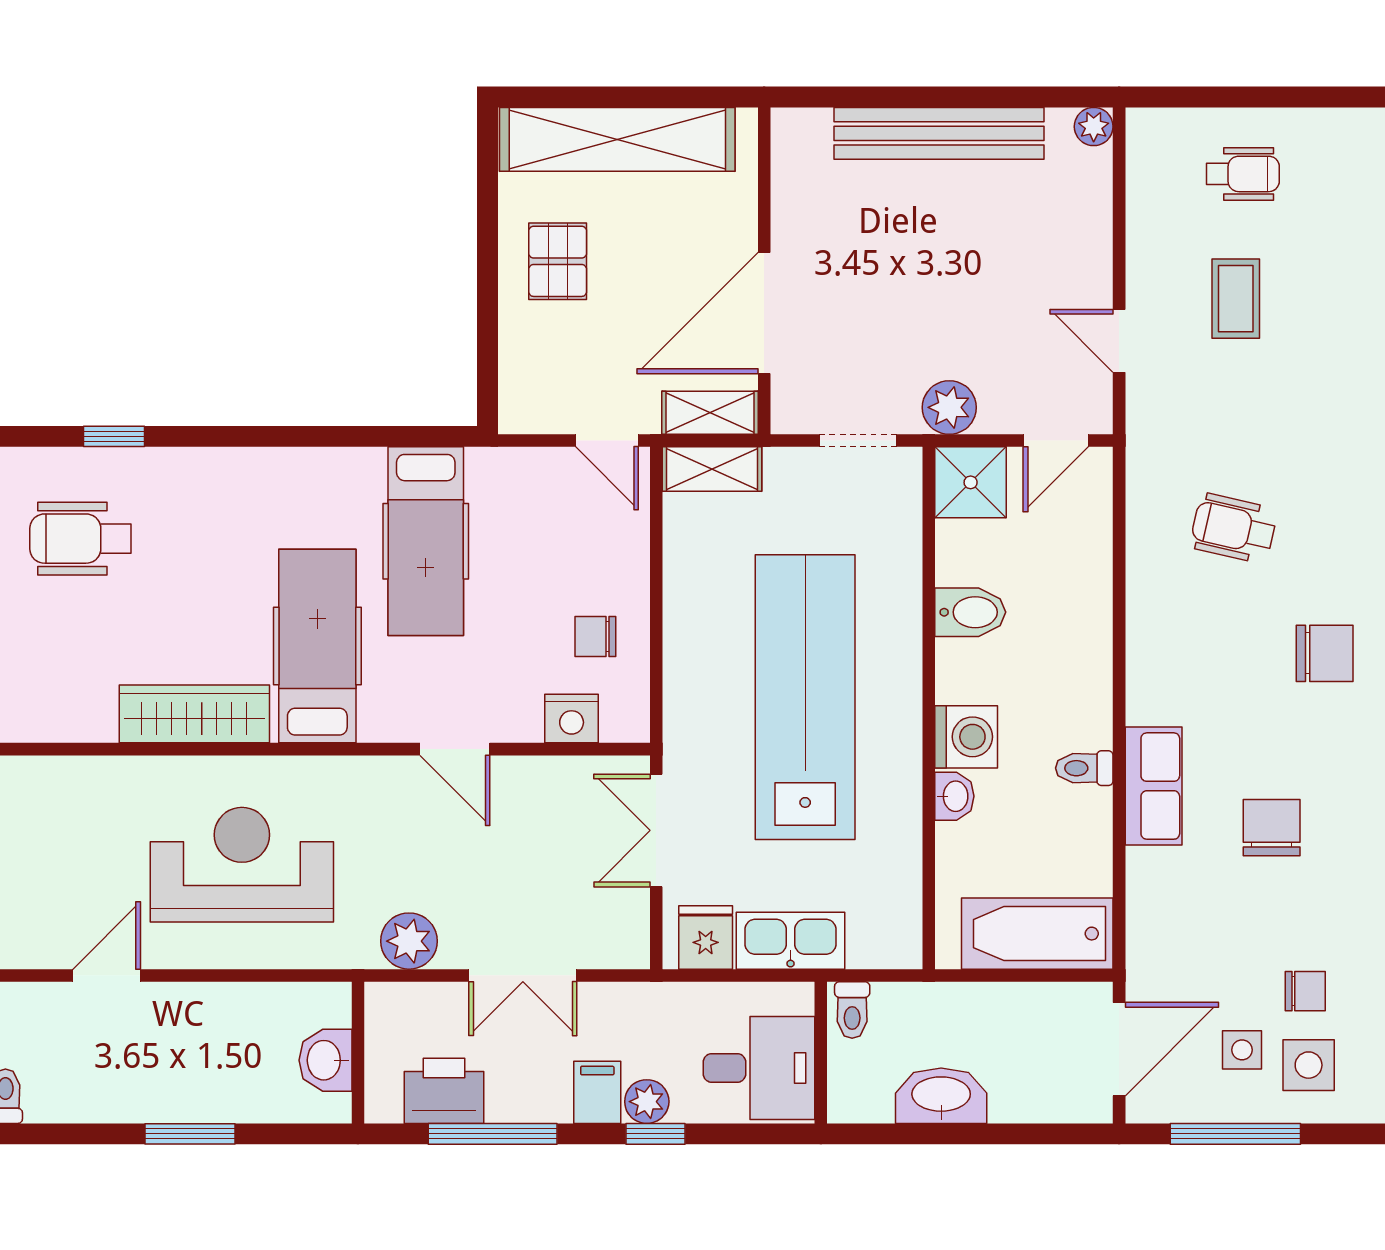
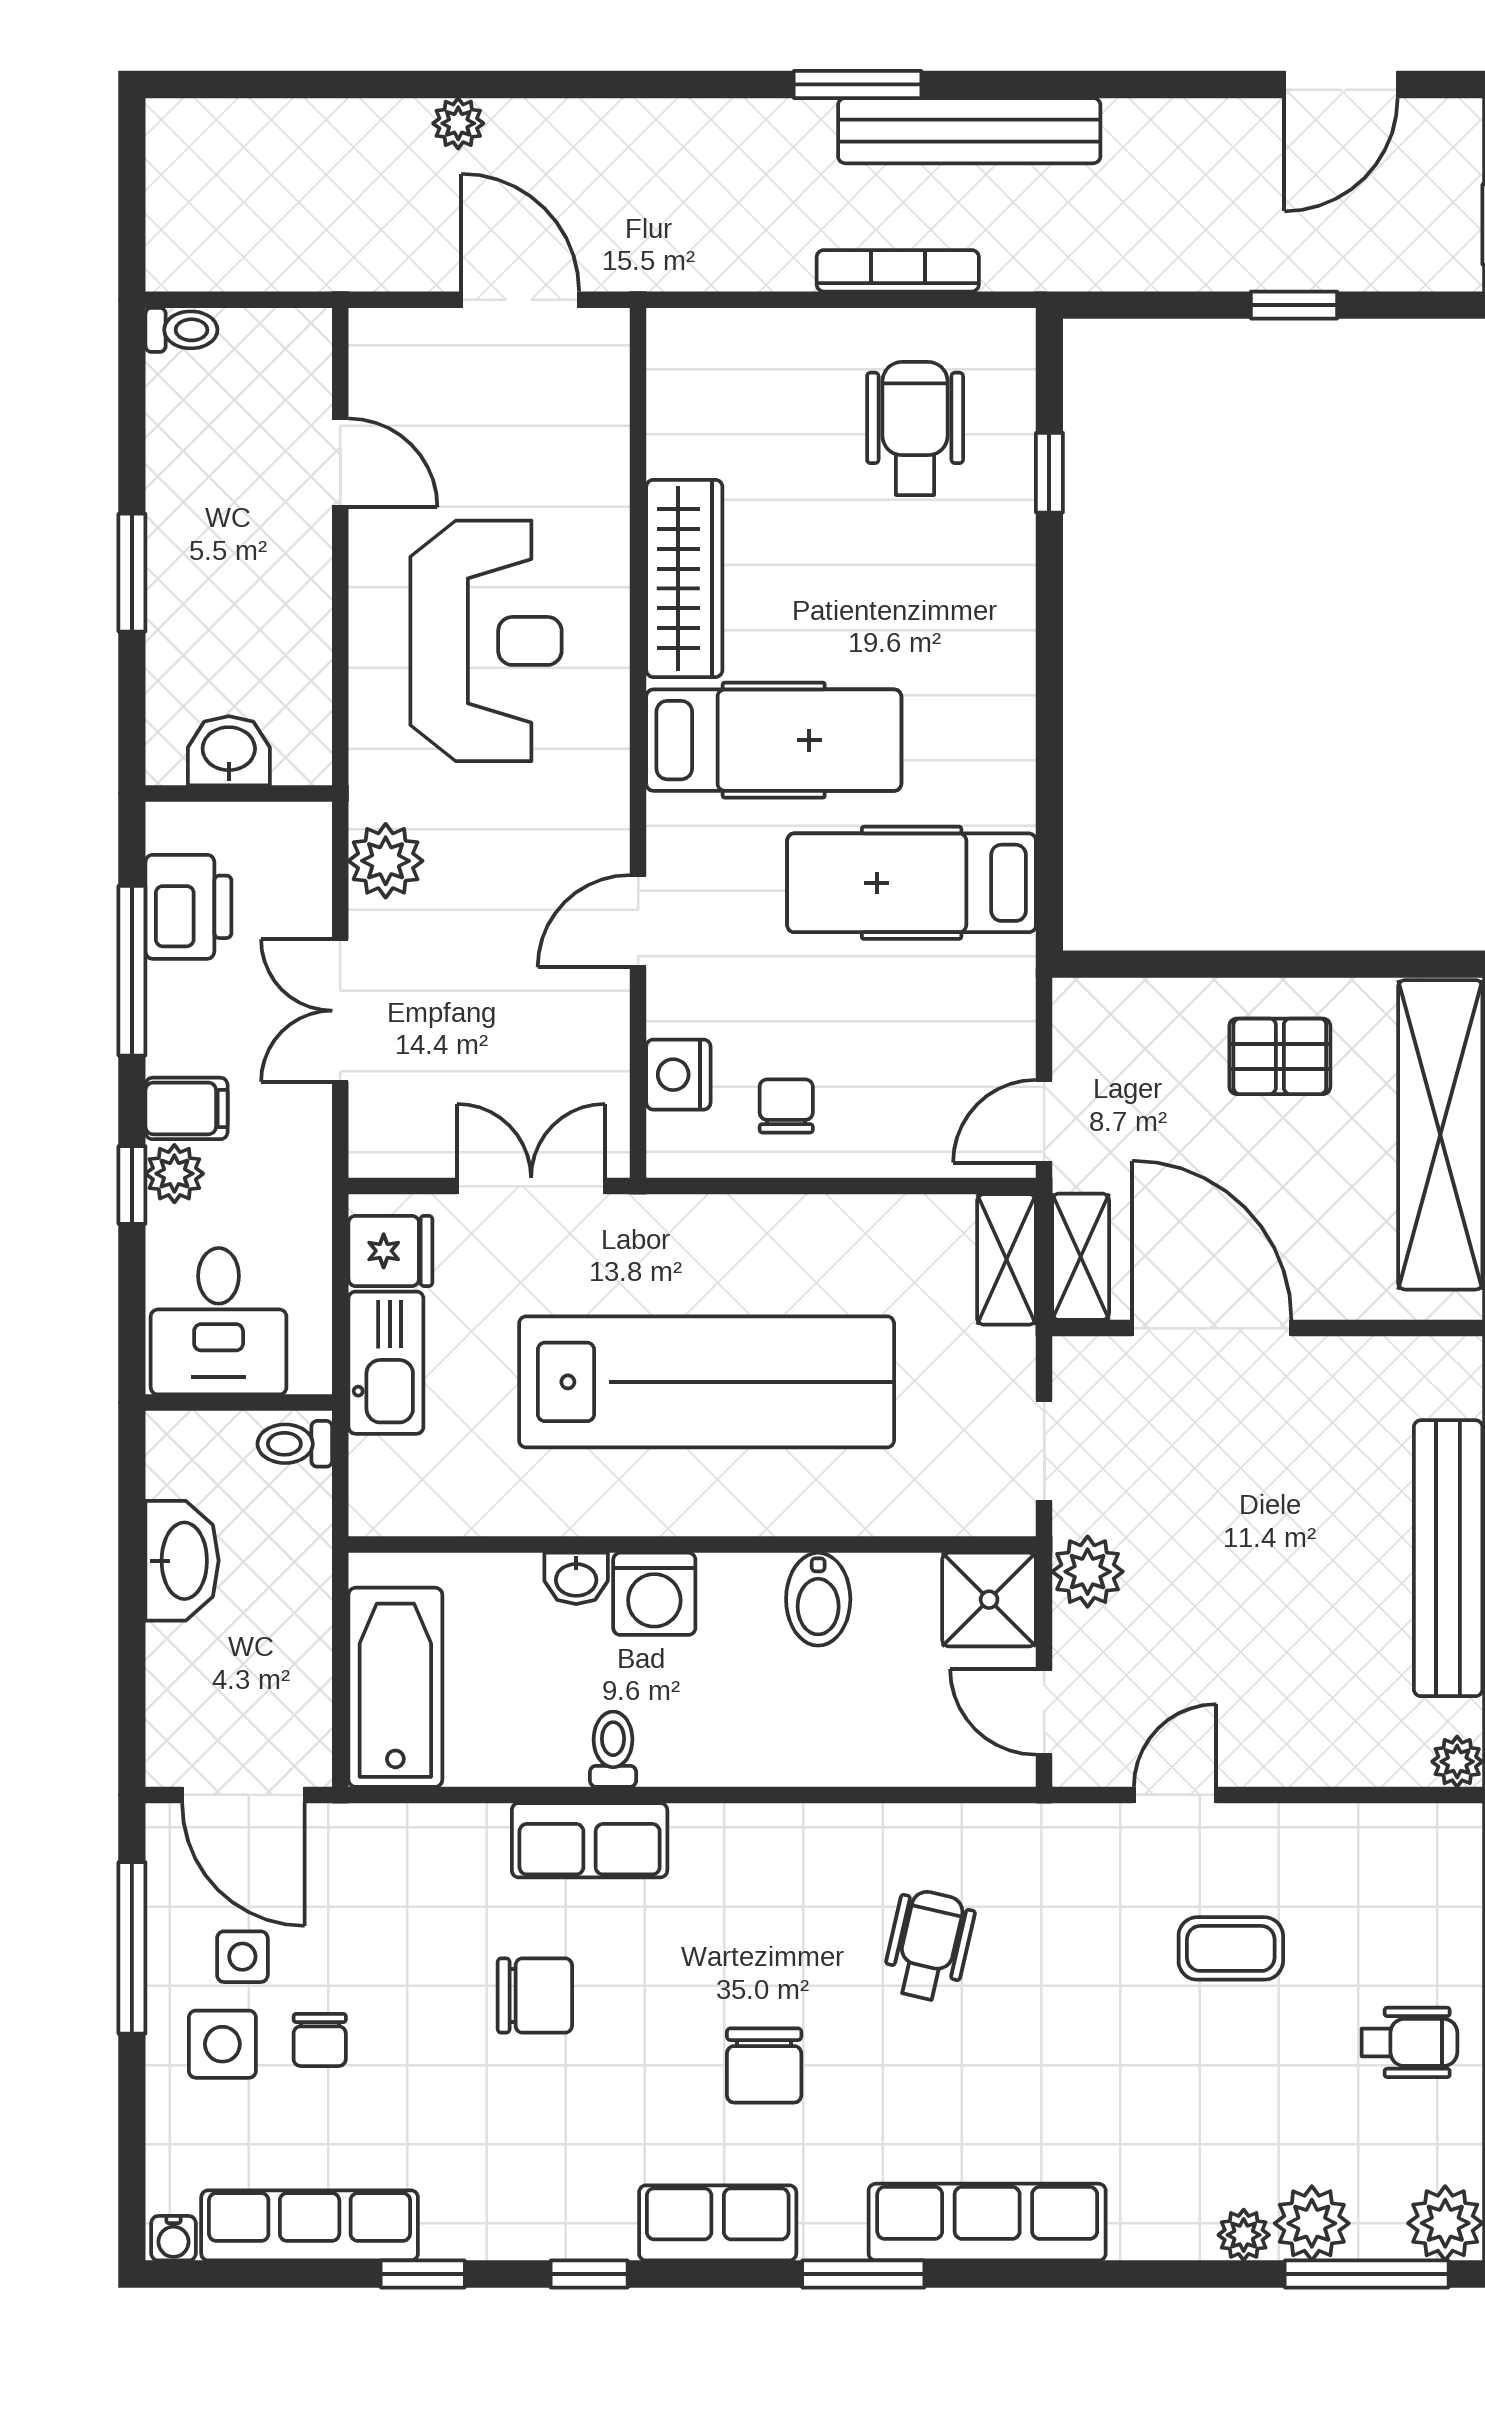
wheelchair: (1243, 174) -> (1410, 2042), moved, turned -90

